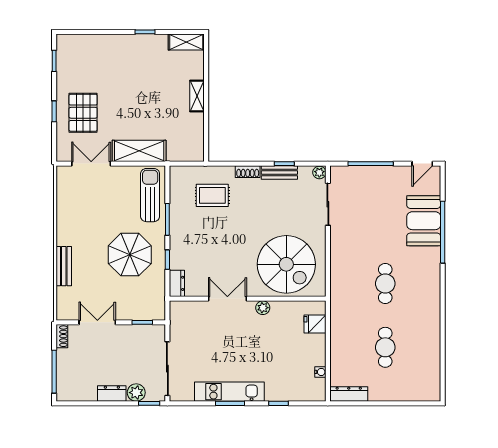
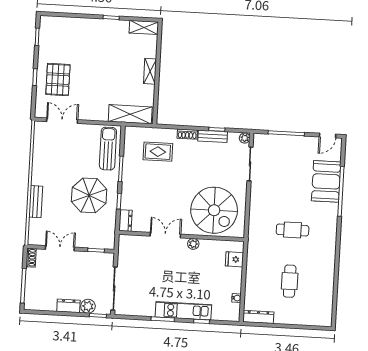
shelving: (139, 151) -> (130, 114), moved
cafe table: (385, 284) -> (293, 230), turned 90
kitchen unit: (229, 392) -> (183, 311), moved

